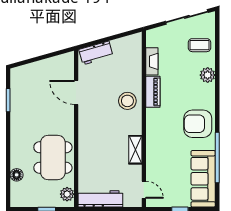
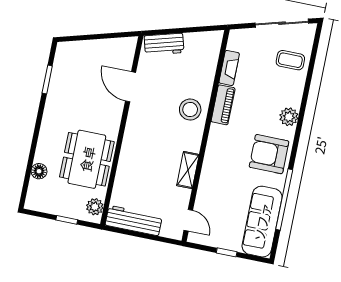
plant: (208, 75) -> (289, 117), moved

